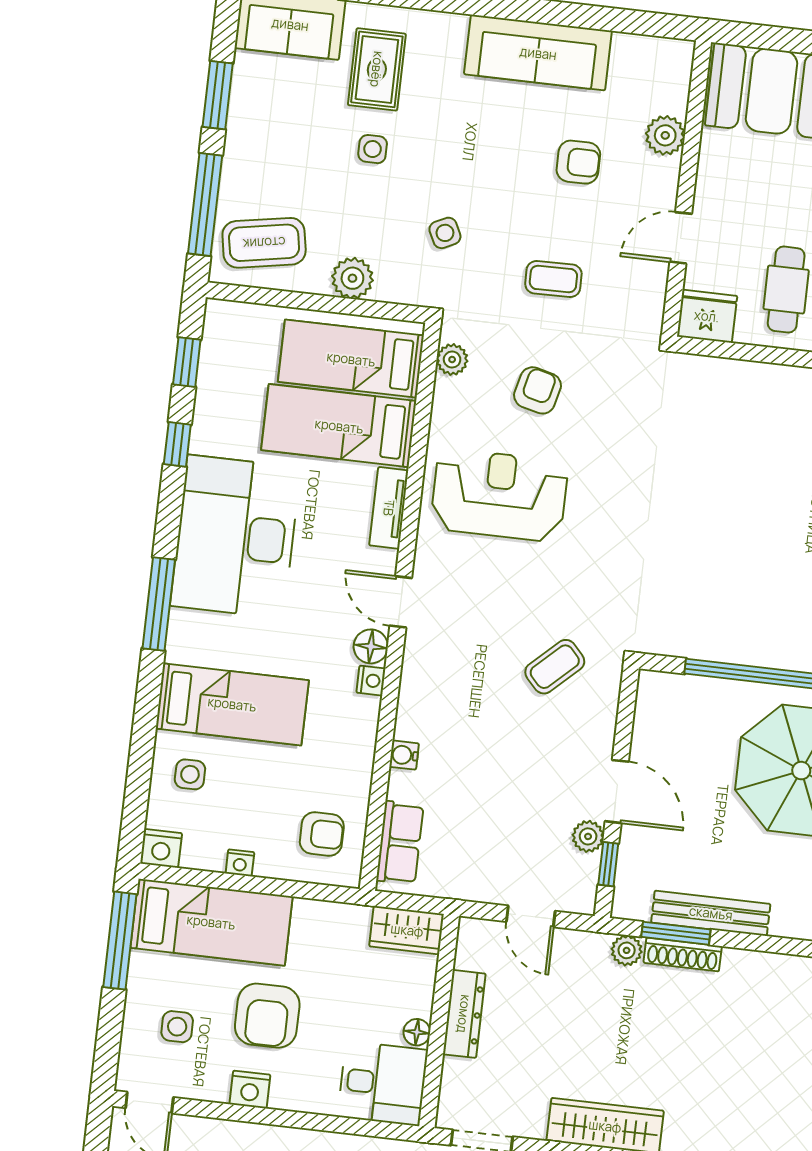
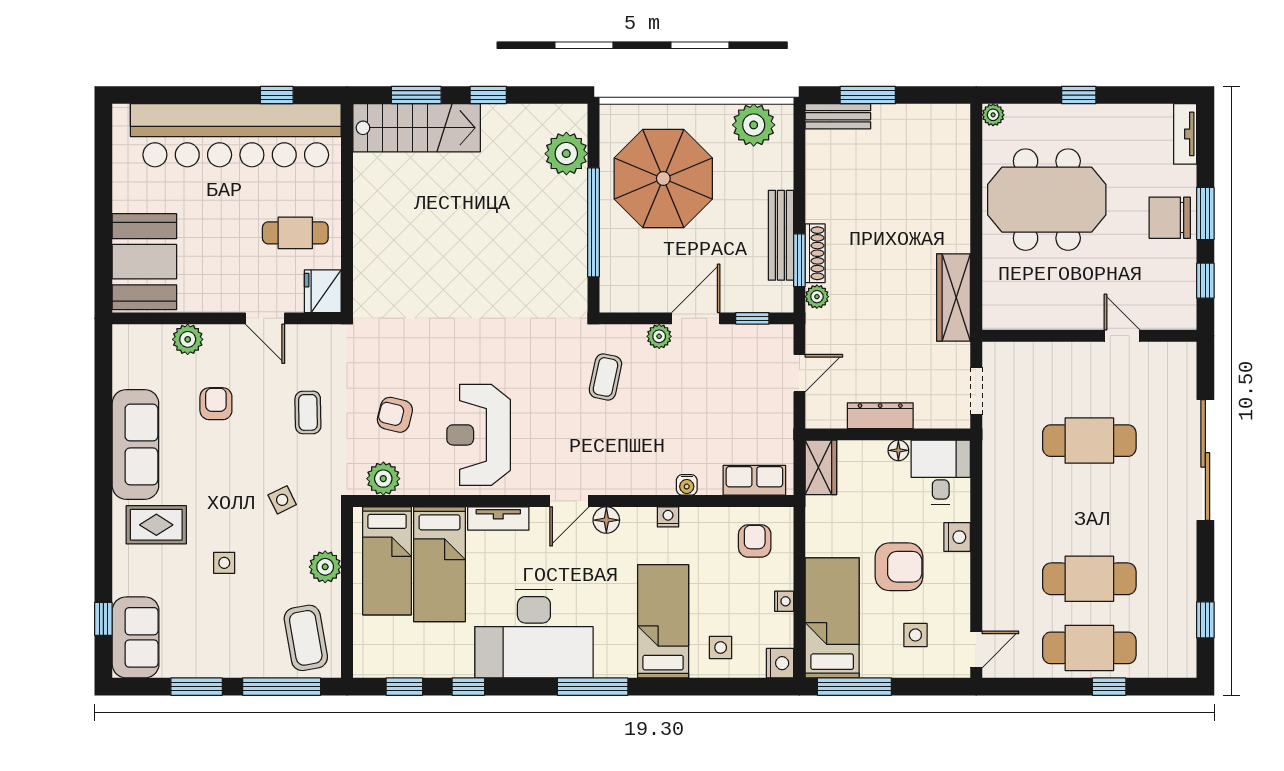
rug: (377, 69) -> (156, 525), moved
plant: (452, 360) -> (383, 479), width x1.38, depth x1.38
coffee table: (555, 667) -> (605, 377), turned 55
nightstand: (371, 681) -> (668, 517), moved
plant: (588, 836) -> (659, 336), moved
nightstand: (250, 1089) -> (957, 537), moved

